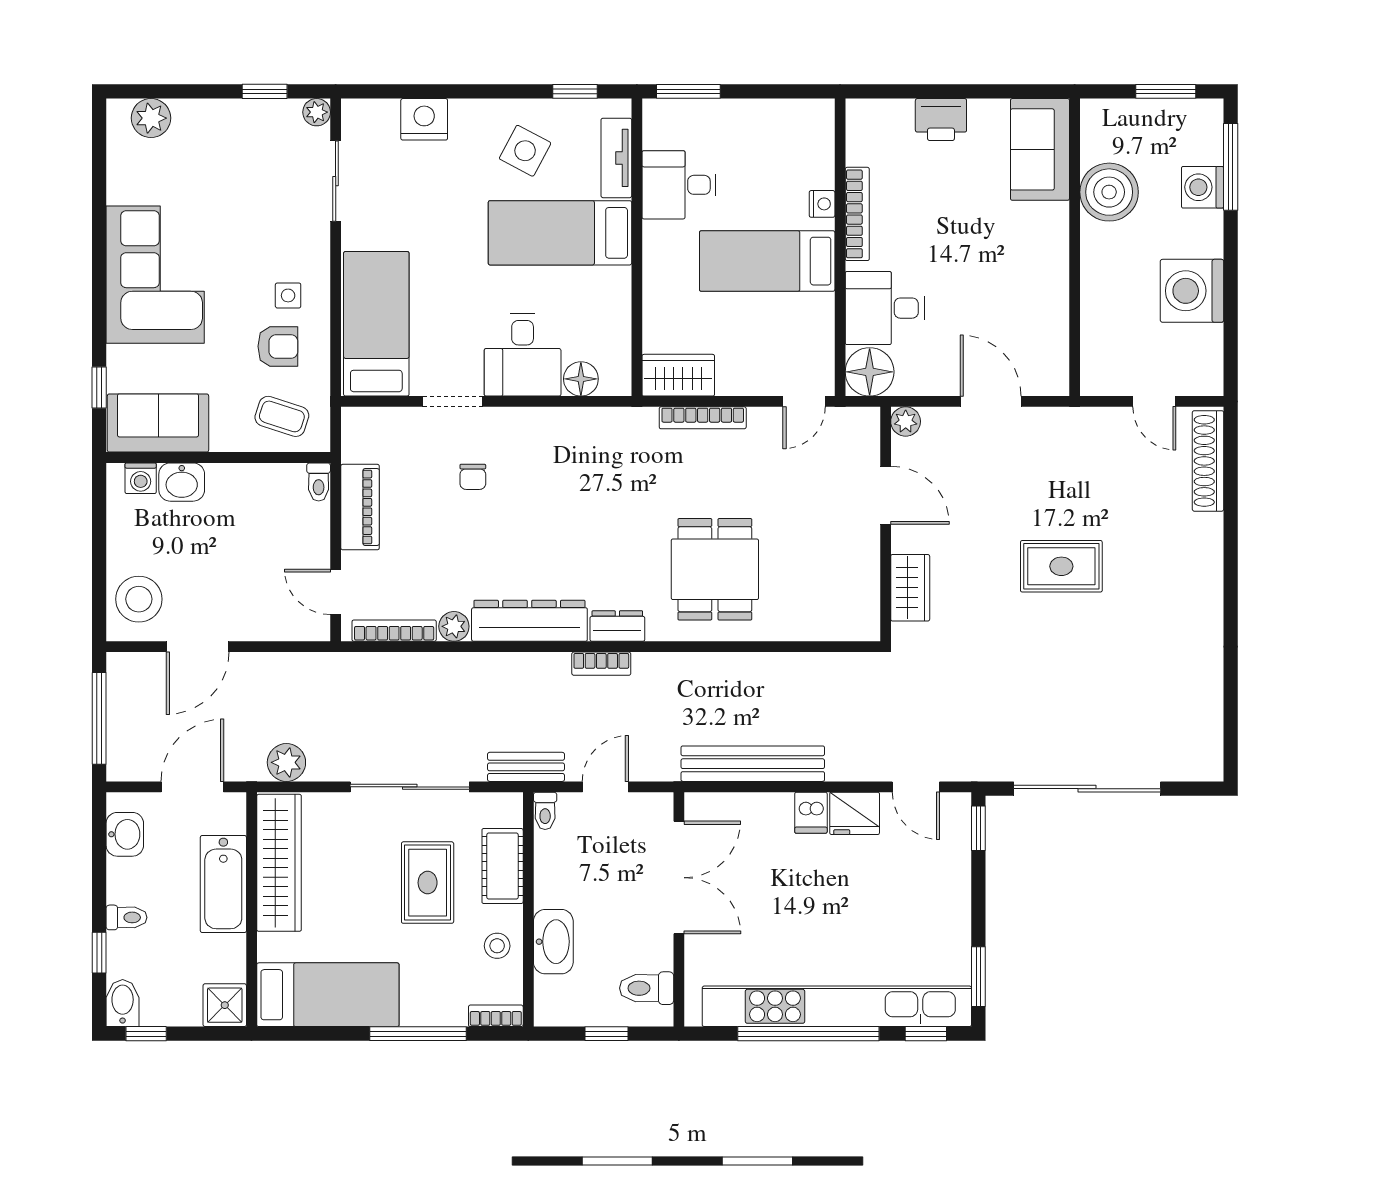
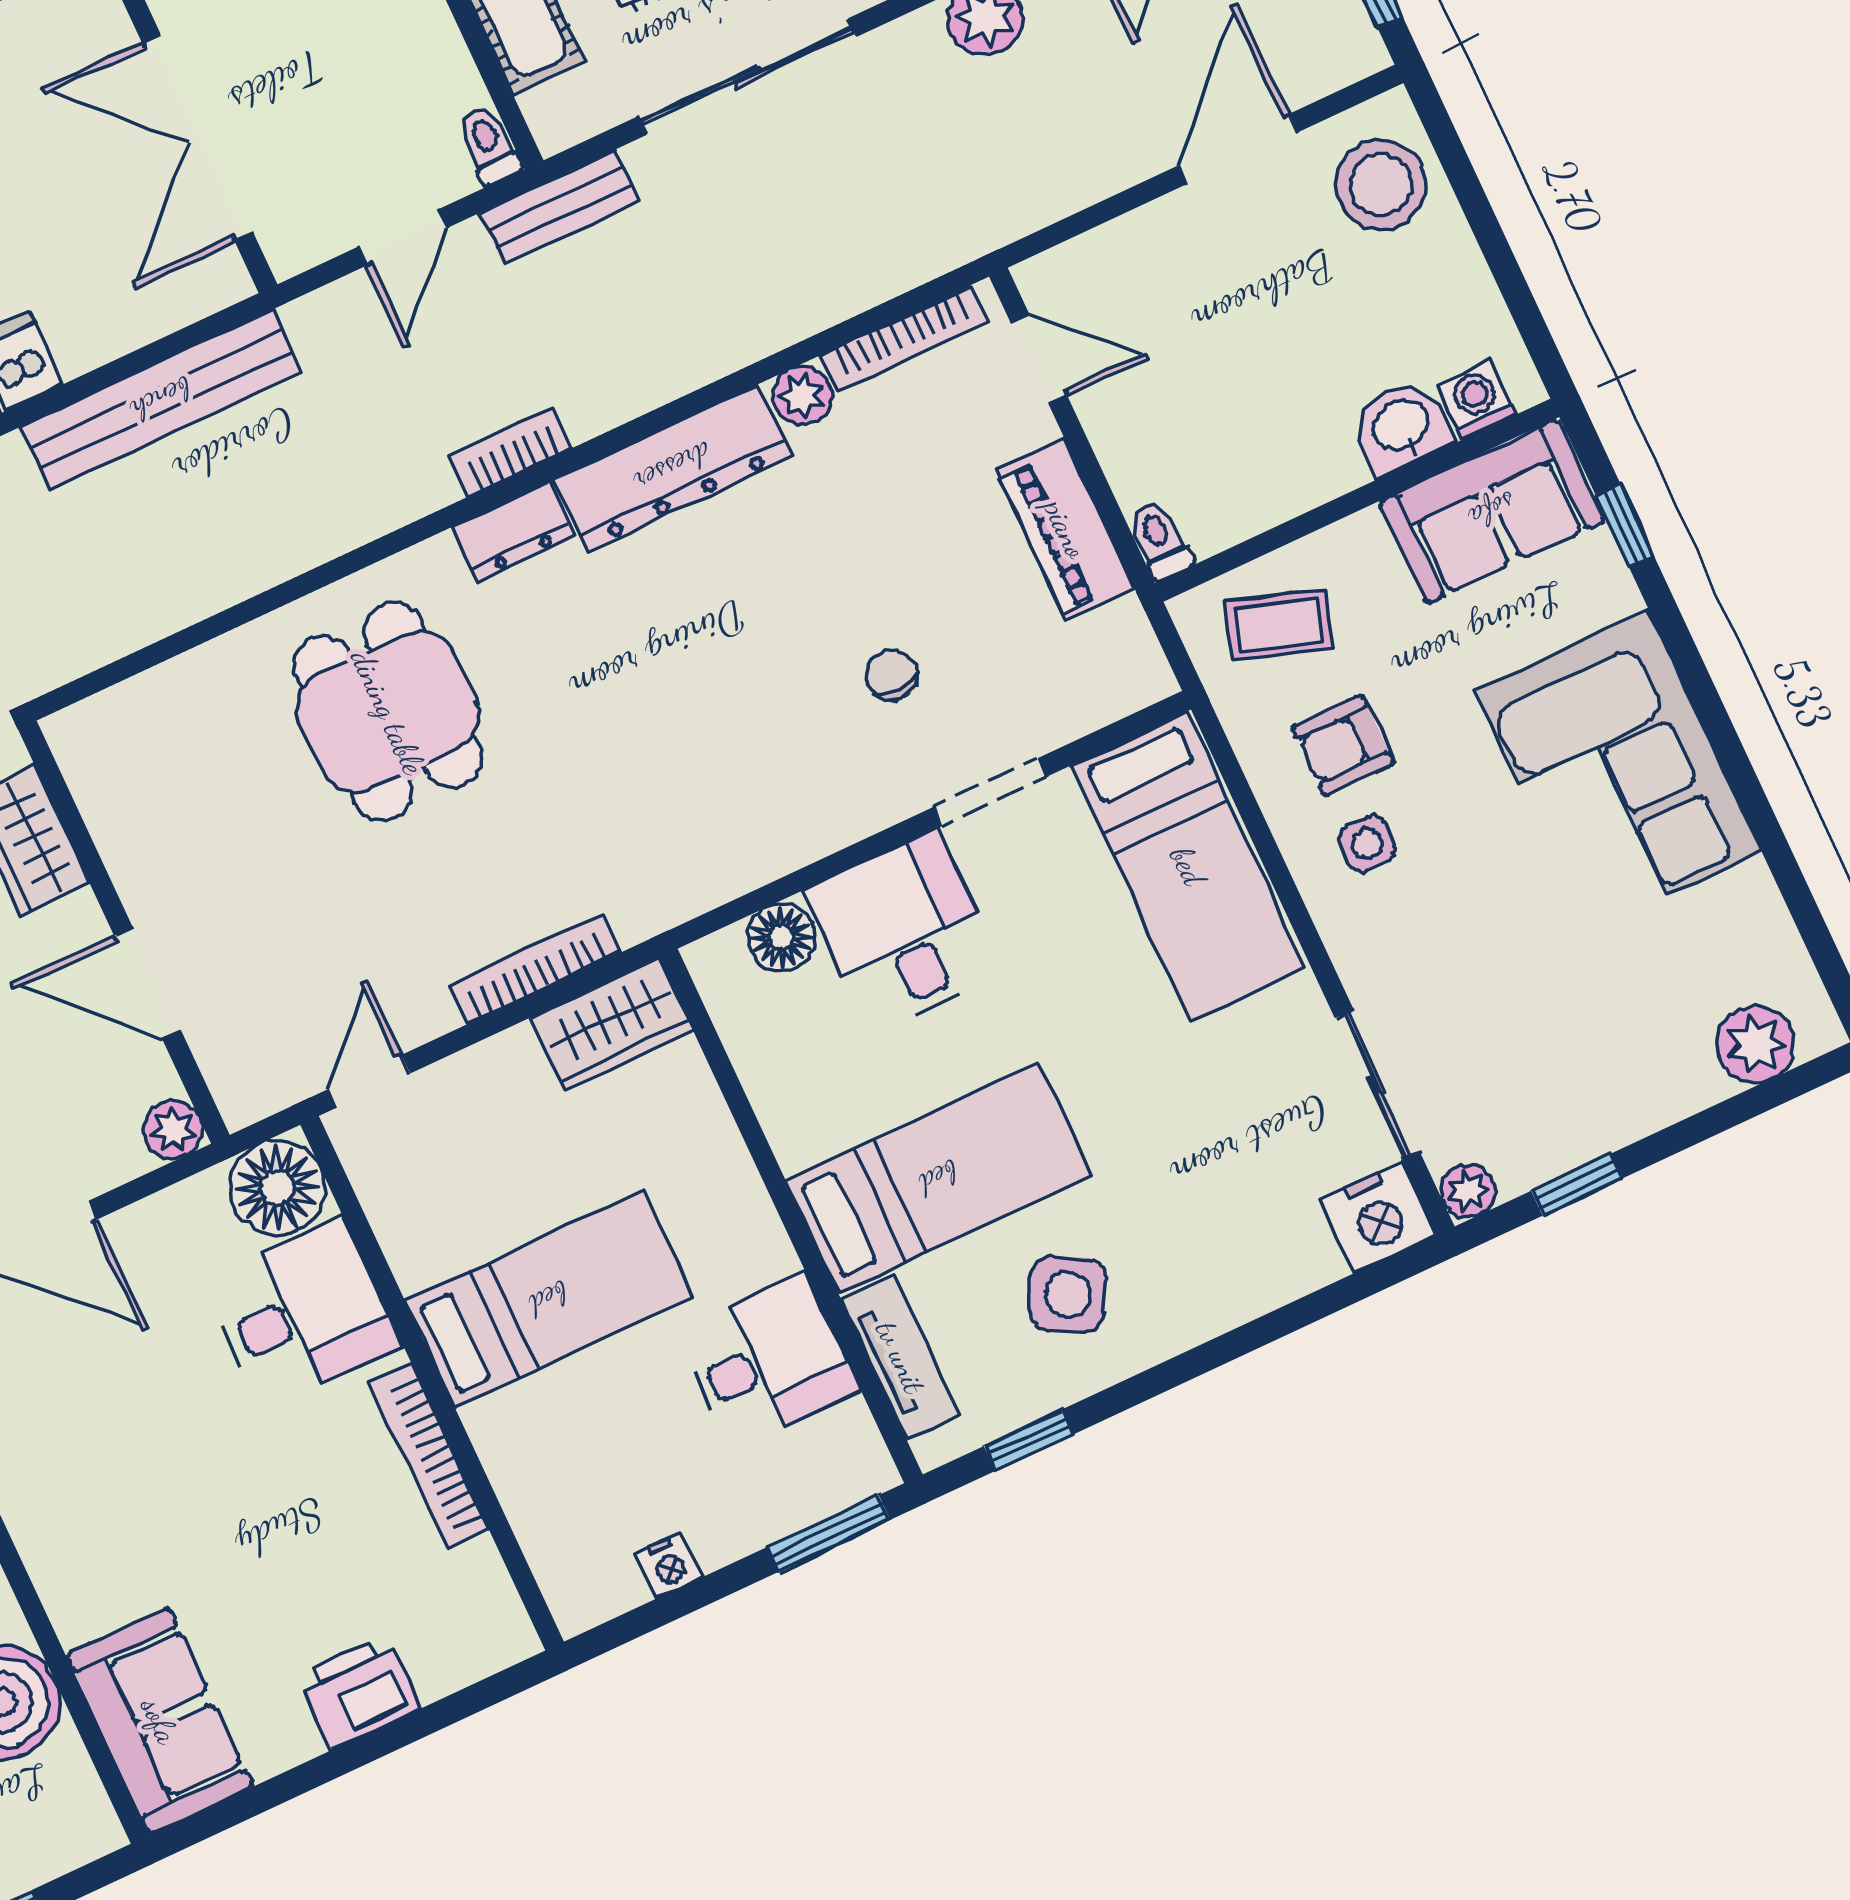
nightstand: (424, 119) -> (1378, 1217), moved
nightstand: (822, 204) -> (669, 1566), moved, turned -90

